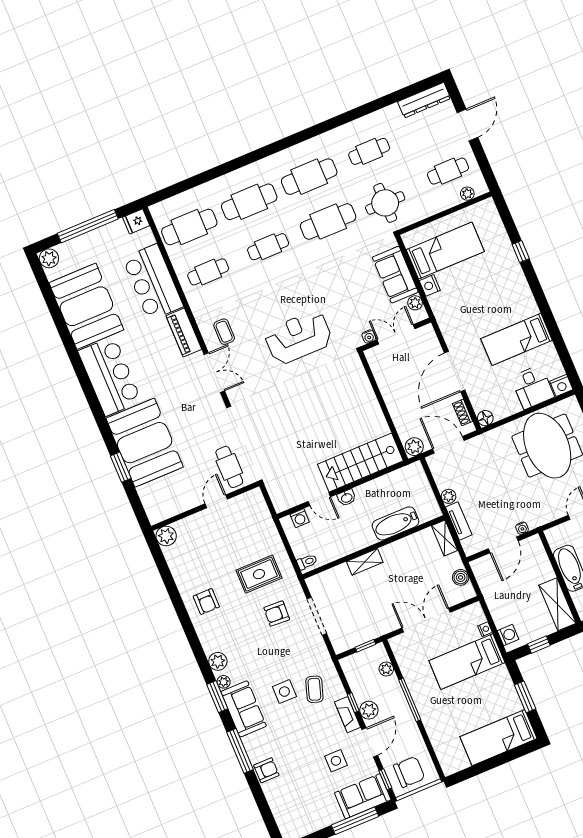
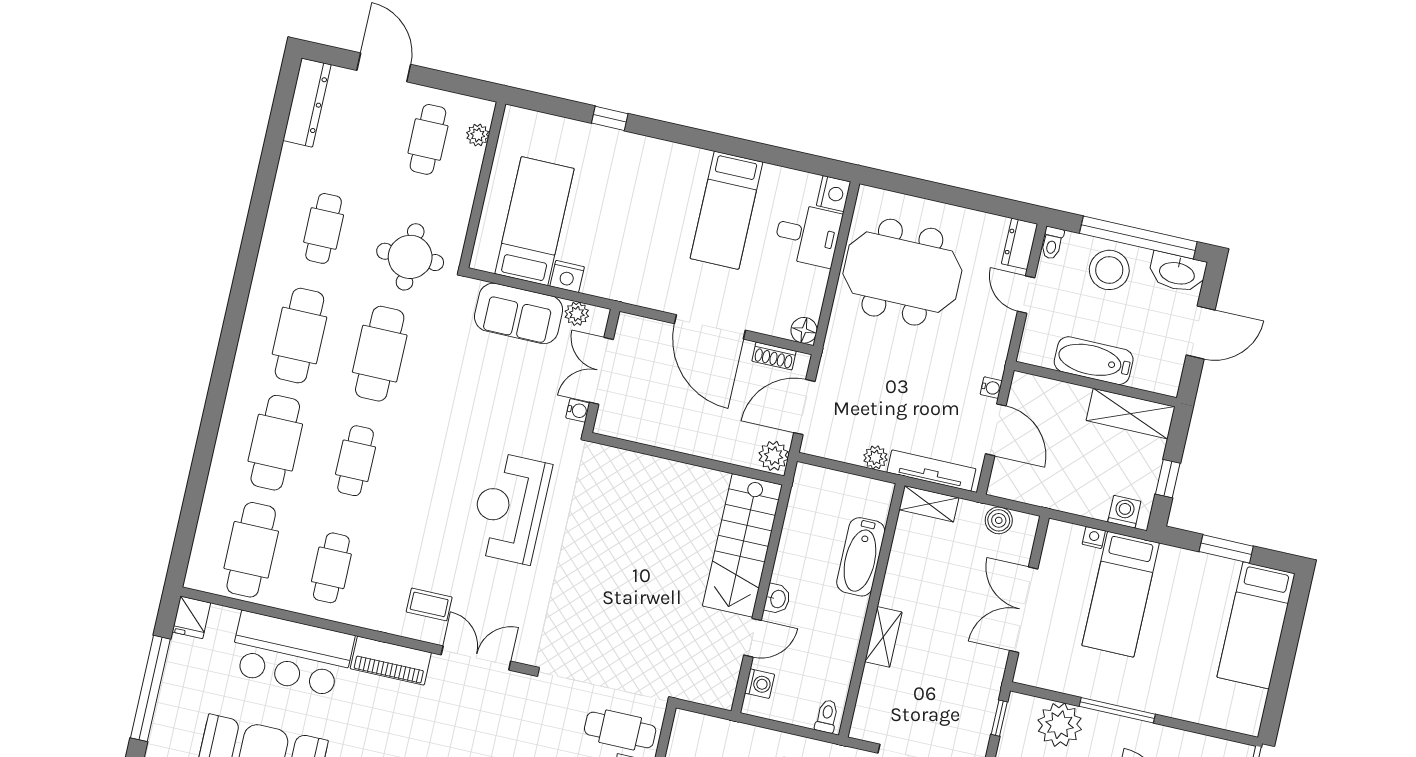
tv unit: (459, 521) -> (931, 470), width x1.41
plant: (386, 669) -> (1060, 725), width x1.88, depth x1.88

